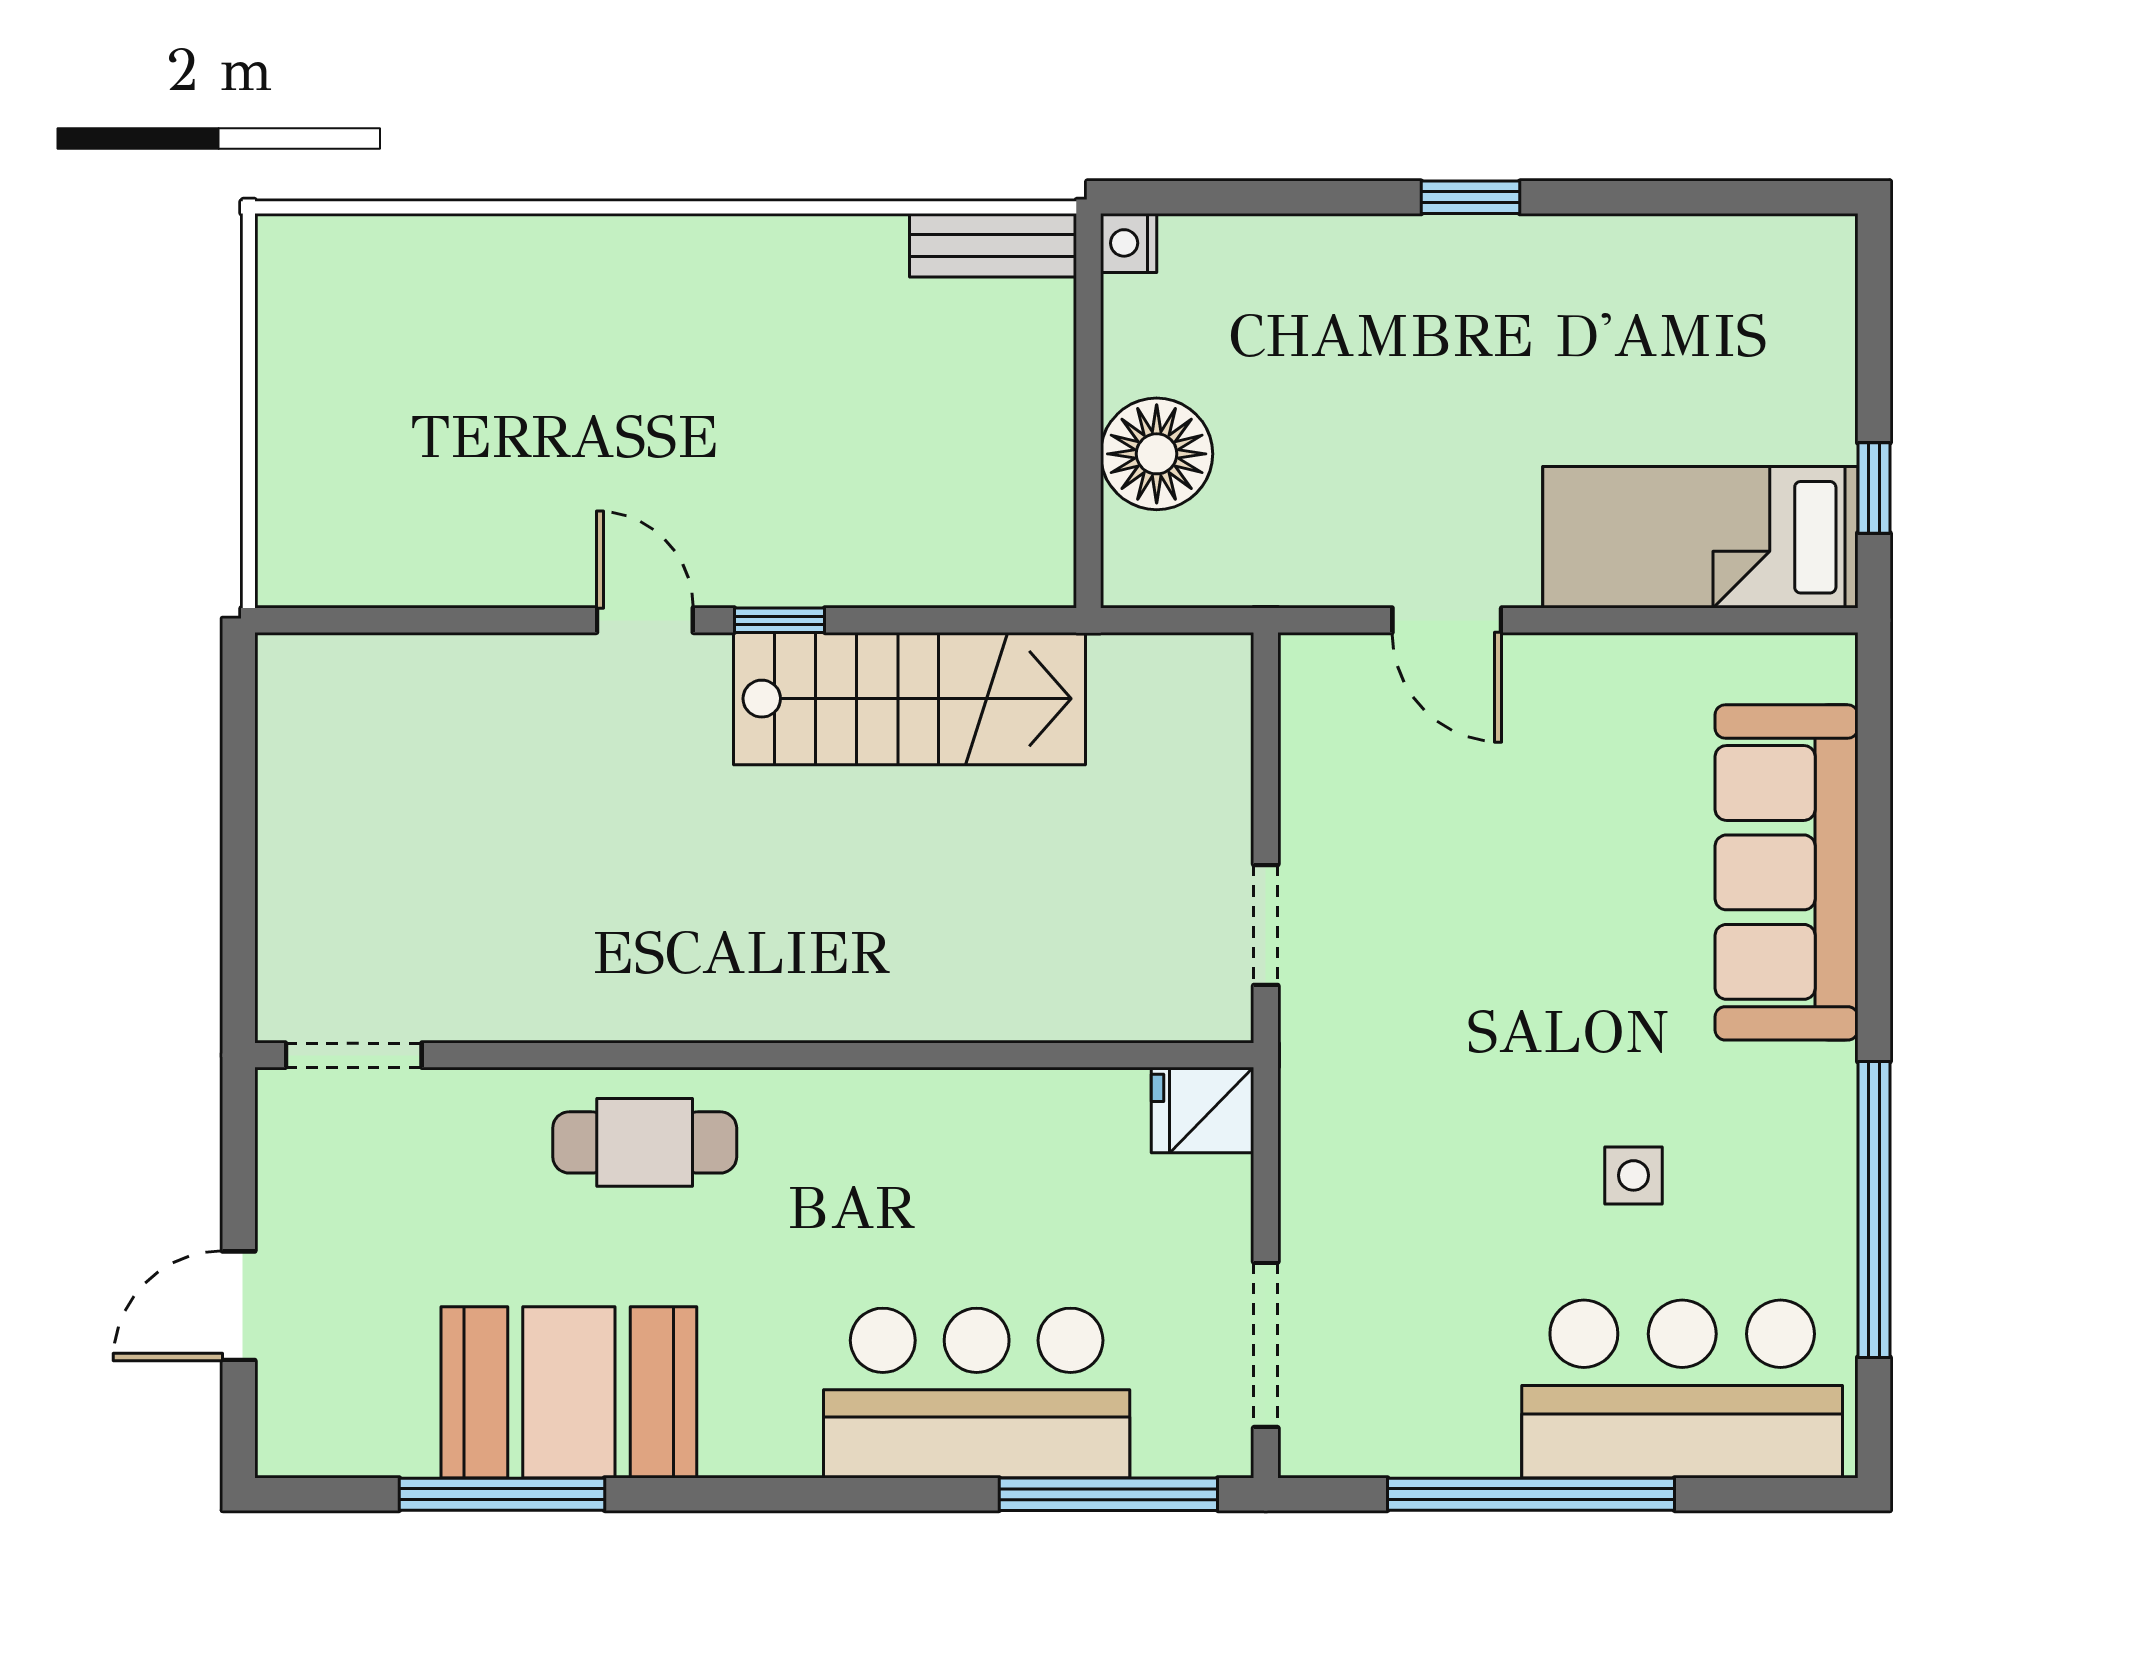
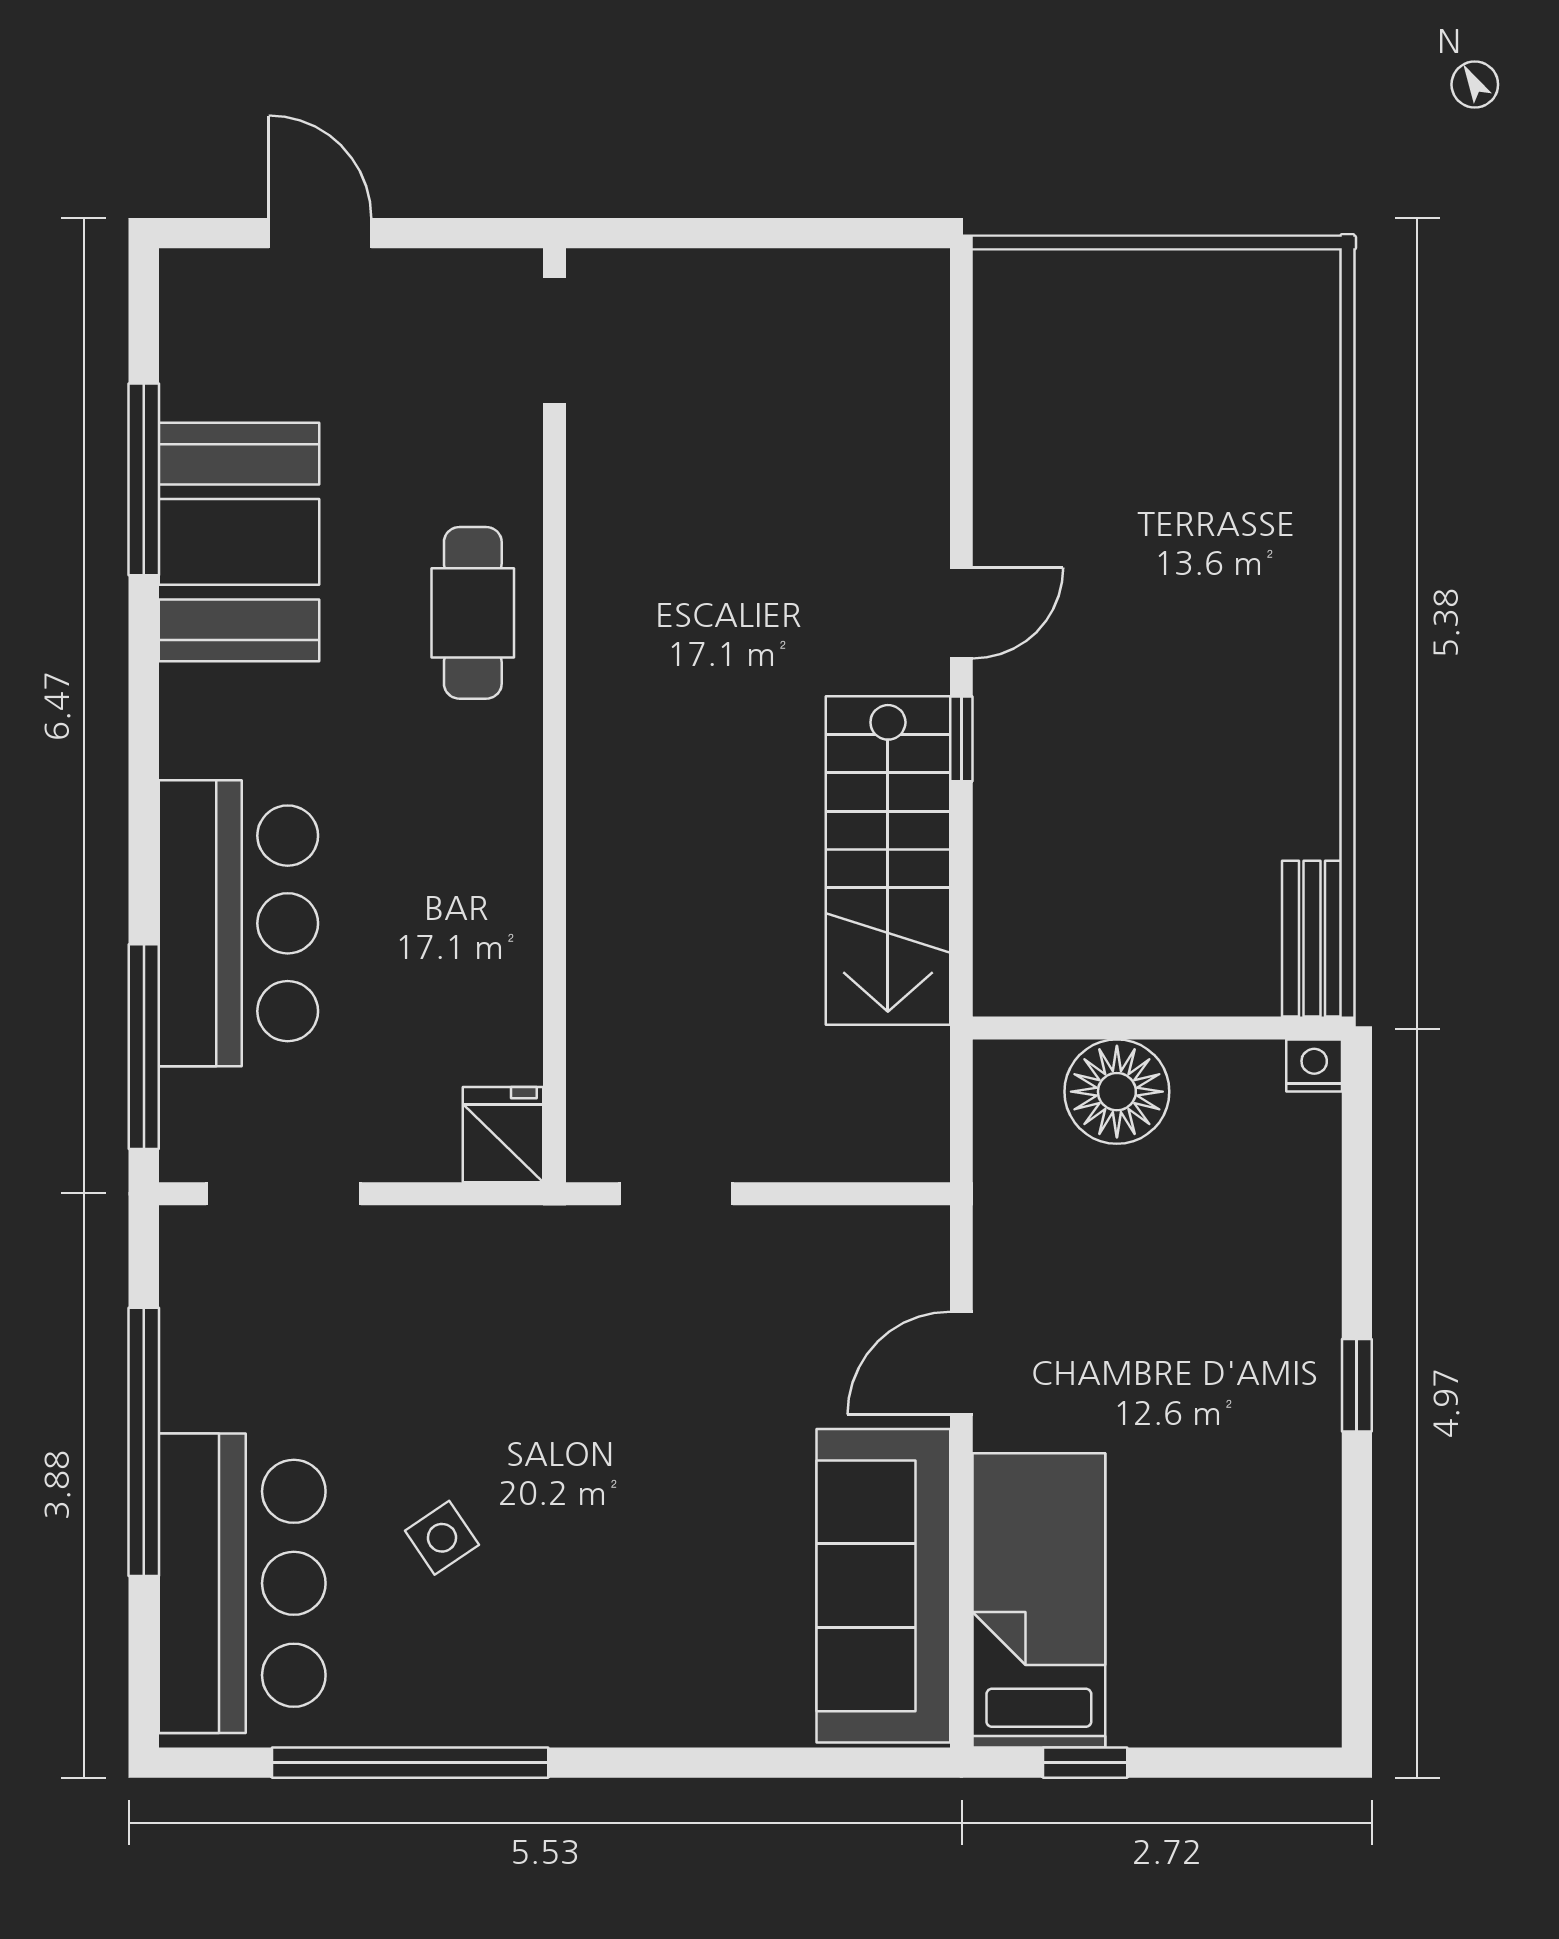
sofa: (1787, 872) -> (883, 1586), moved, turned -90
side table: (1633, 1175) -> (442, 1538), turned -34

